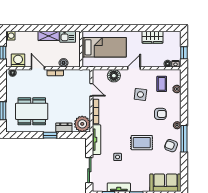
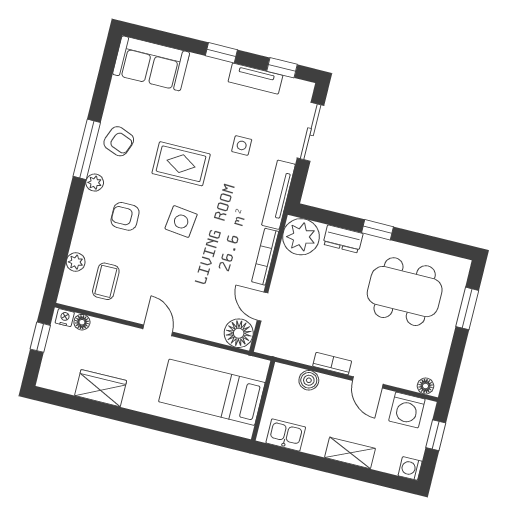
shelving: (49, 36) -> (350, 453), moved
door: (134, 68) -> (158, 330), swing flipped
floor lamp: (114, 76) -> (239, 333), moved
side table: (140, 94) -> (181, 222), moved

